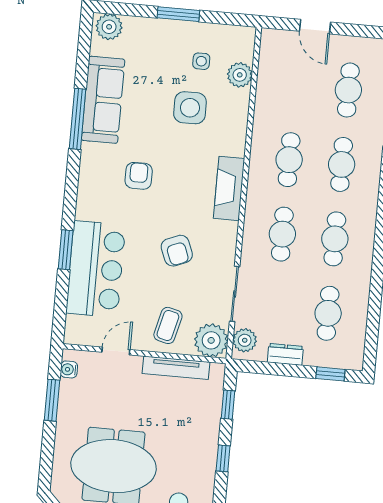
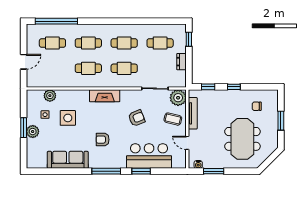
plant: (109, 27) -> (33, 132), moved
window: (78, 119) -> (106, 171), moved
plant: (245, 340) -> (177, 82), removed

